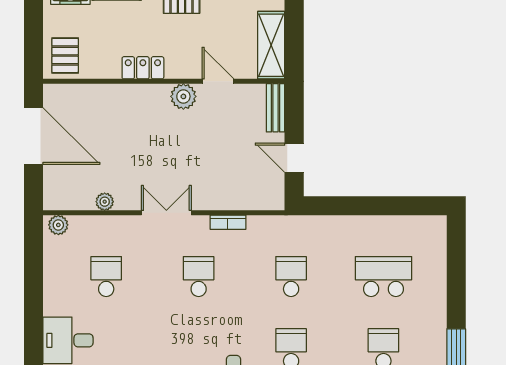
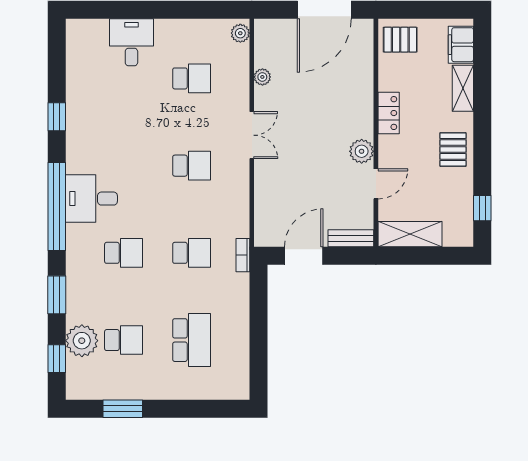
door: (294, 158) -> (304, 256), width x1.38
bookcase: (228, 222) -> (243, 255), moved

